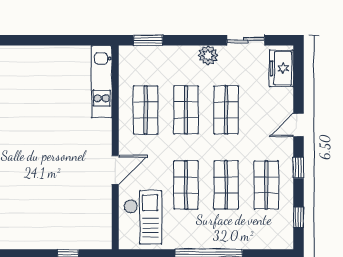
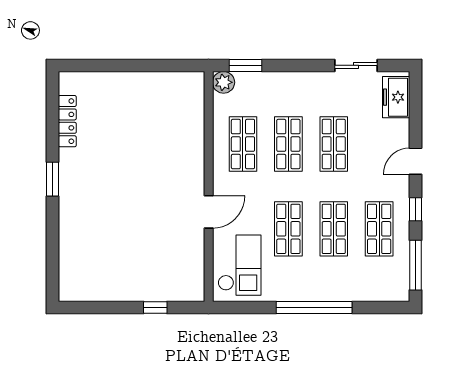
plant: (208, 55) -> (224, 82), moved
kitchen unit: (102, 82) -> (193, 112), removed
window: (298, 217) -> (415, 265), width x2.17

